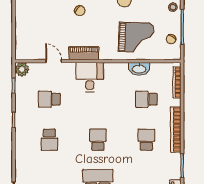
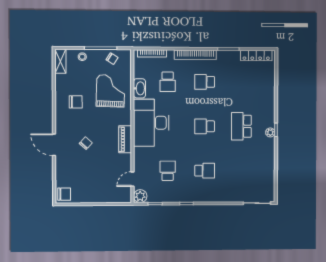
door: (54, 61) -> (132, 179), moved
desk: (90, 77) -> (151, 123), width x1.87, depth x1.30
school desk: (49, 99) -> (168, 171), turned 180

